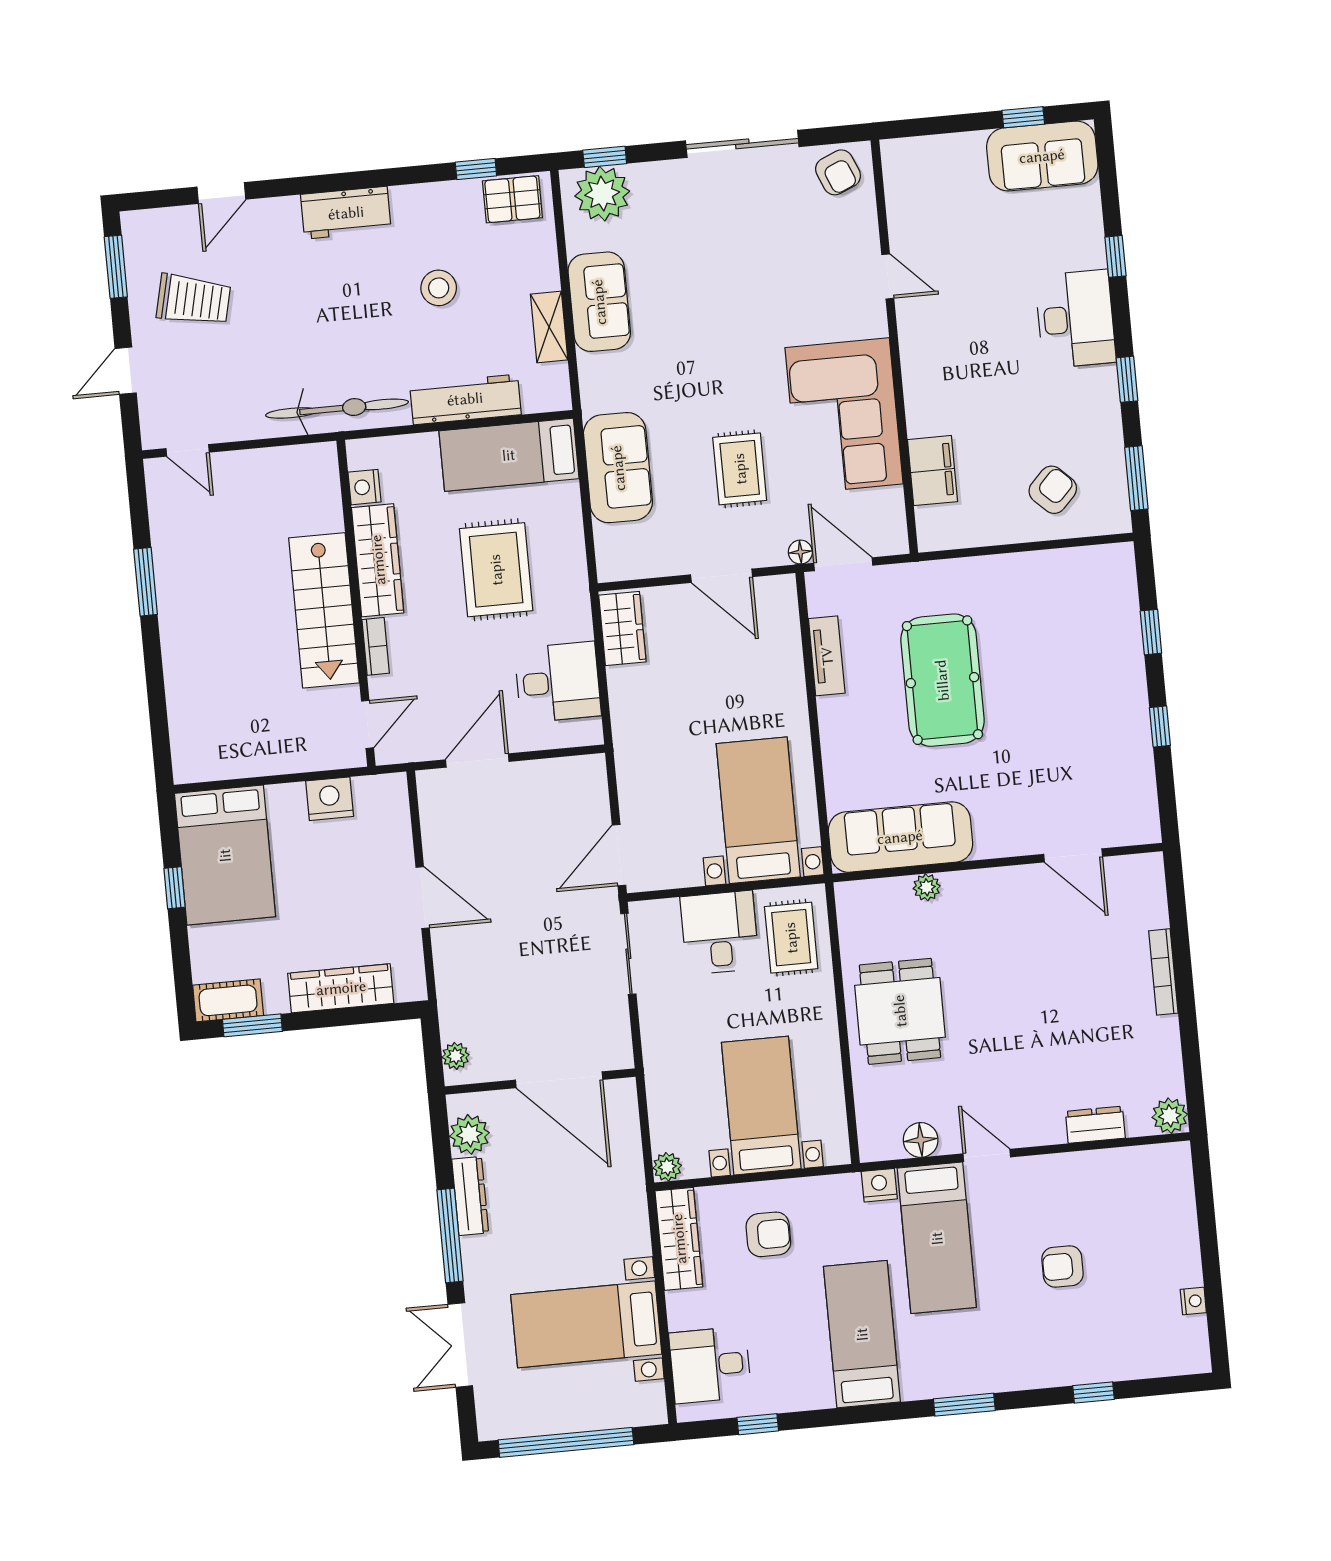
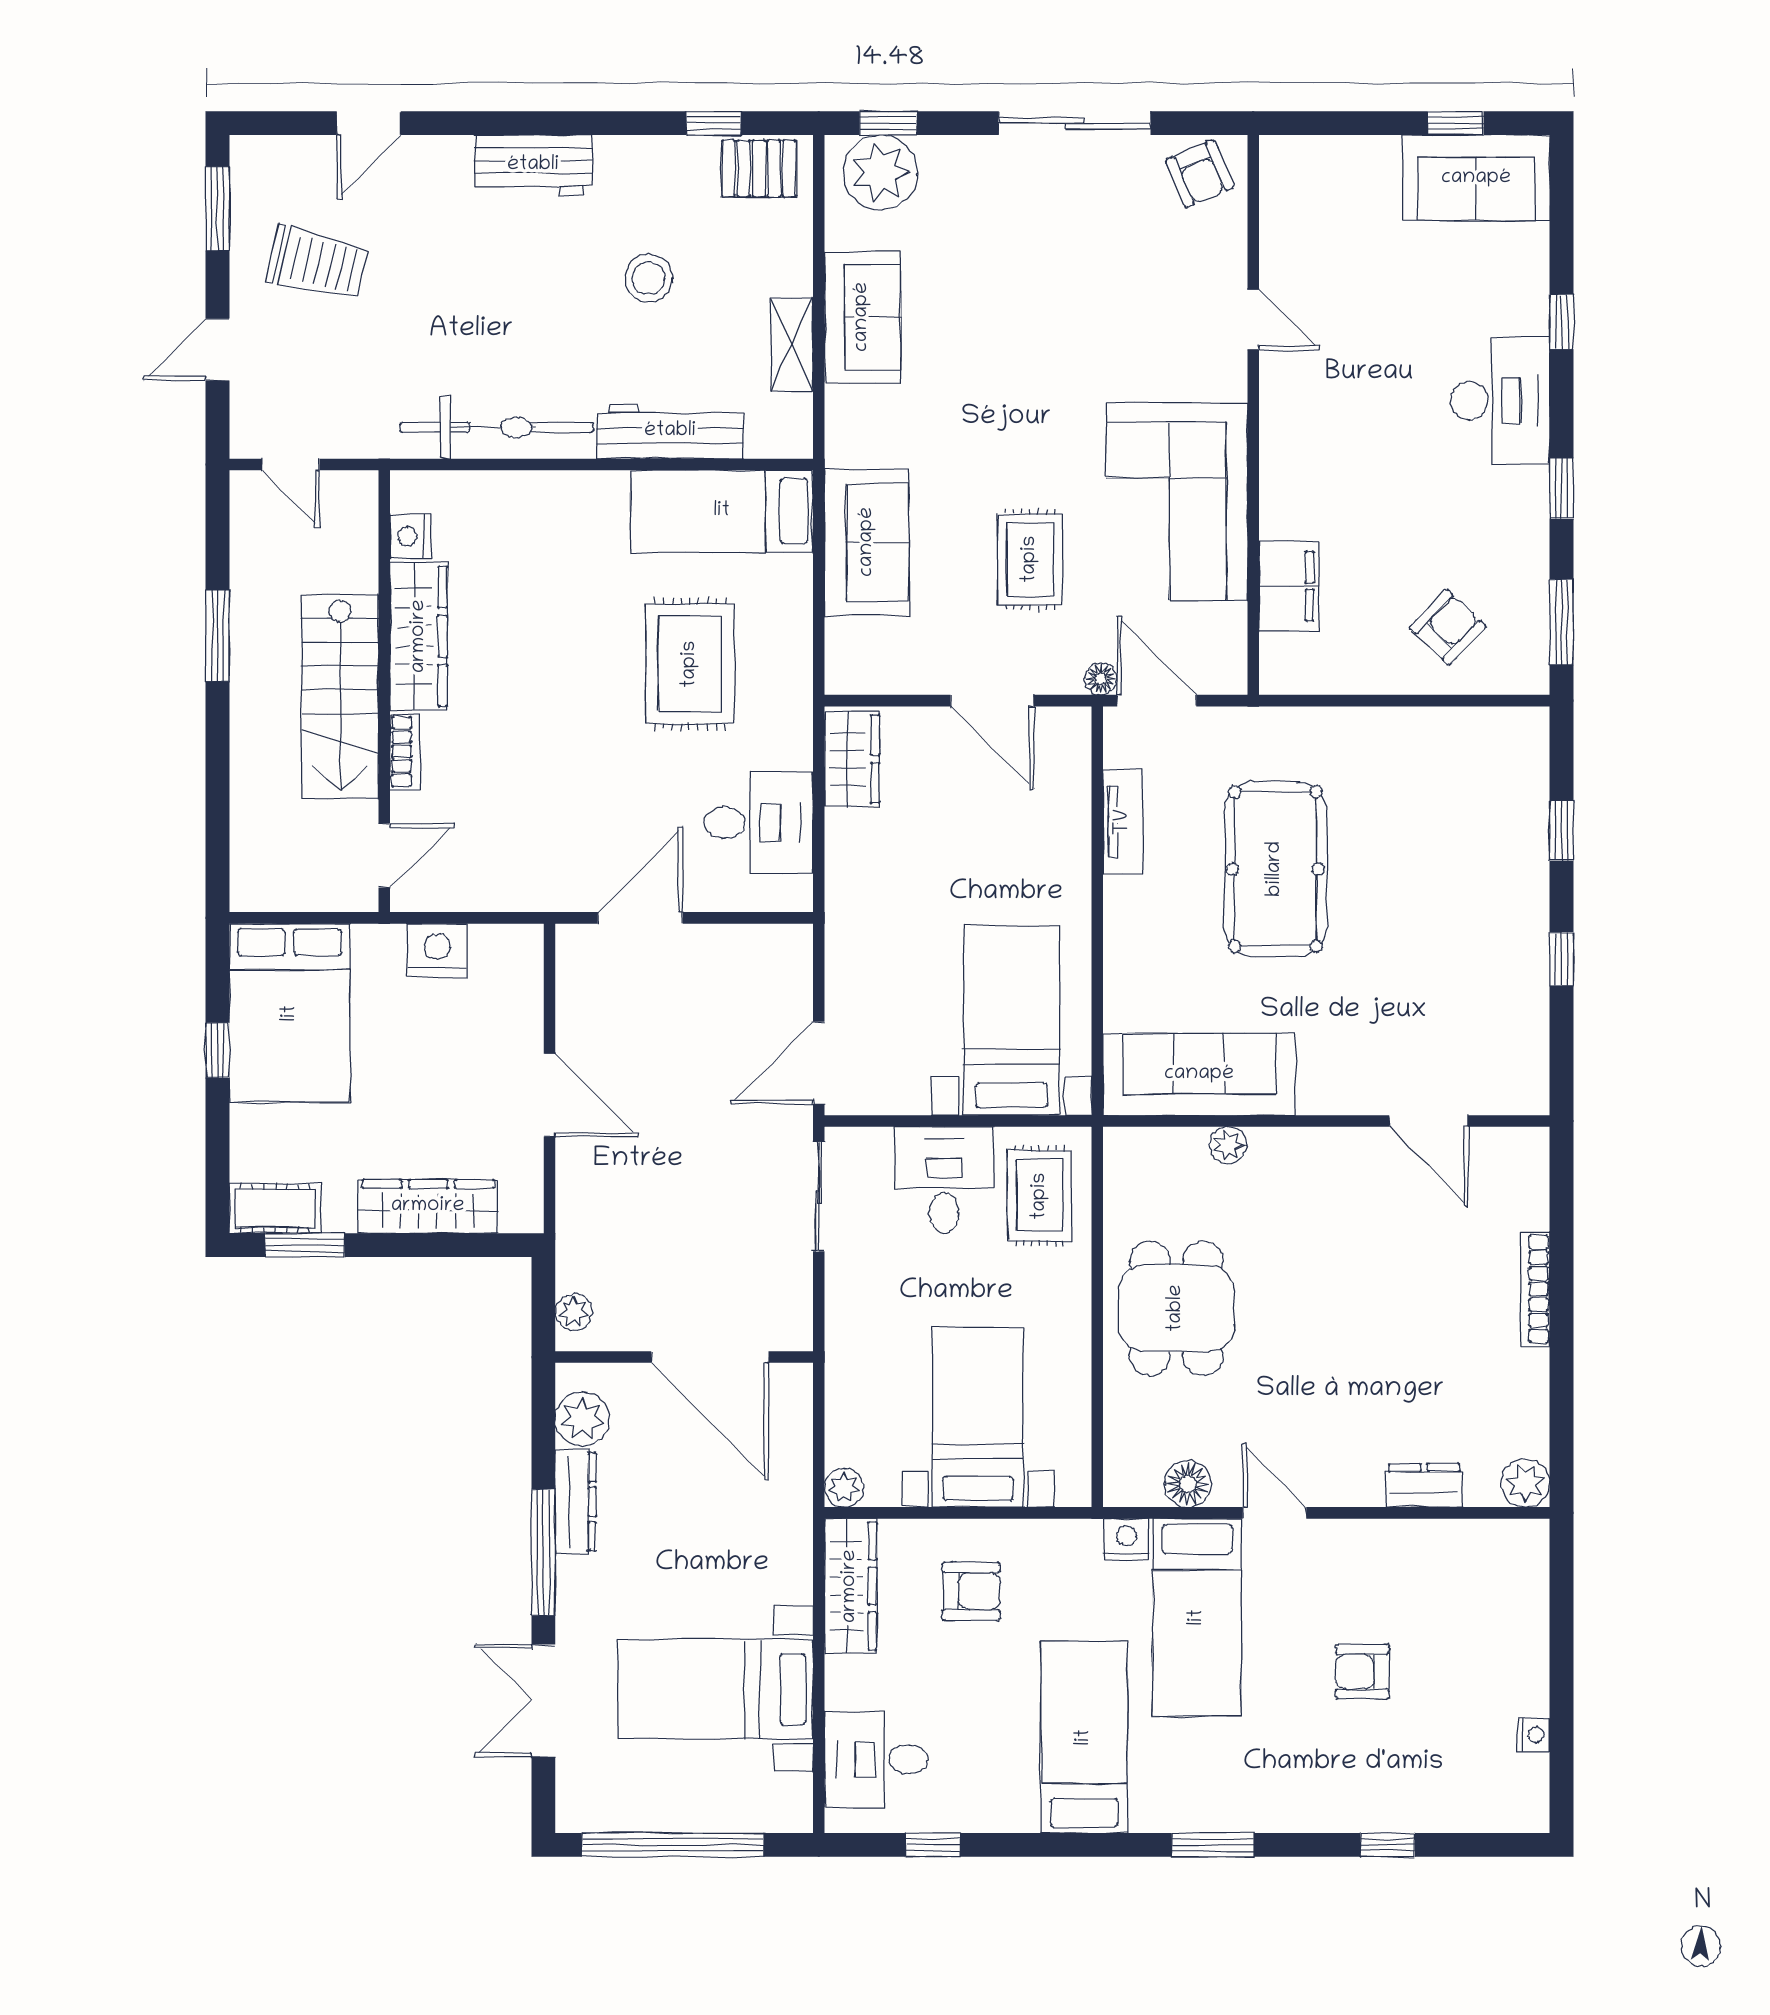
nightstand: (364, 487) -> (410, 536), moved
wardrobe: (378, 560) -> (419, 636), moved
wall: (356, 603) -> (384, 691), moved
stairs: (324, 610) -> (340, 697), moved
bookcase: (376, 646) -> (405, 752), moved
door: (368, 724) -> (384, 855), moved

